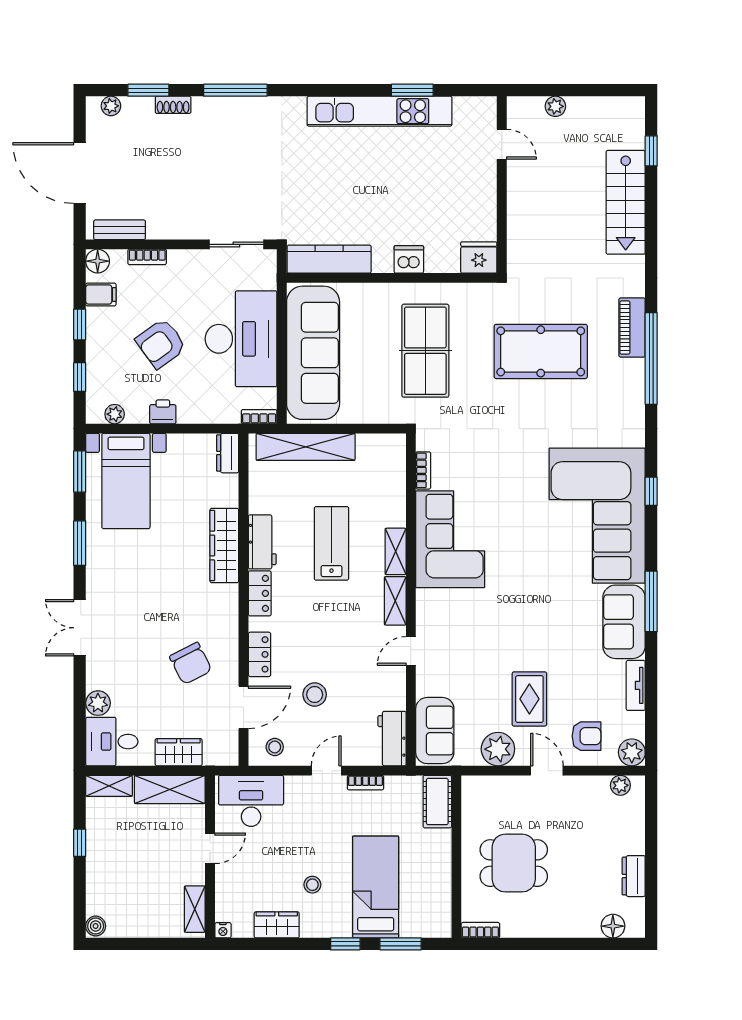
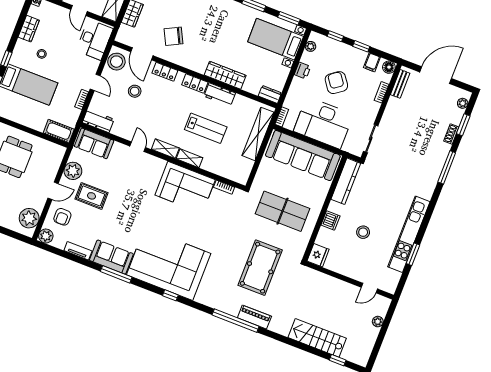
stool: (407, 194) -> (363, 232), added
stool: (275, 747) -> (116, 62), width x1.89, depth x1.89
plant: (620, 785) -> (29, 218), width x1.87, depth x1.87

